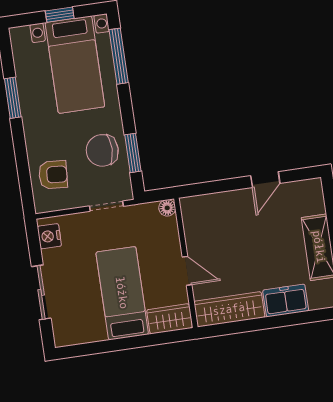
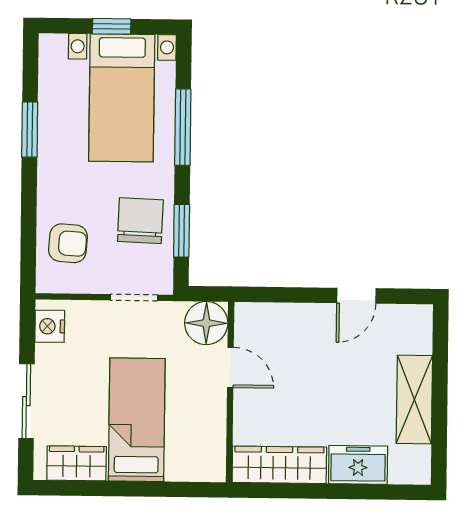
window: (119, 56) -> (183, 127), moved
chair: (102, 150) -> (140, 221), turned 92
floor lamp: (167, 208) -> (206, 323), width x1.89, depth x1.89
door: (187, 271) -> (230, 368), moved
wardrobe: (170, 319) -> (77, 463), moved

